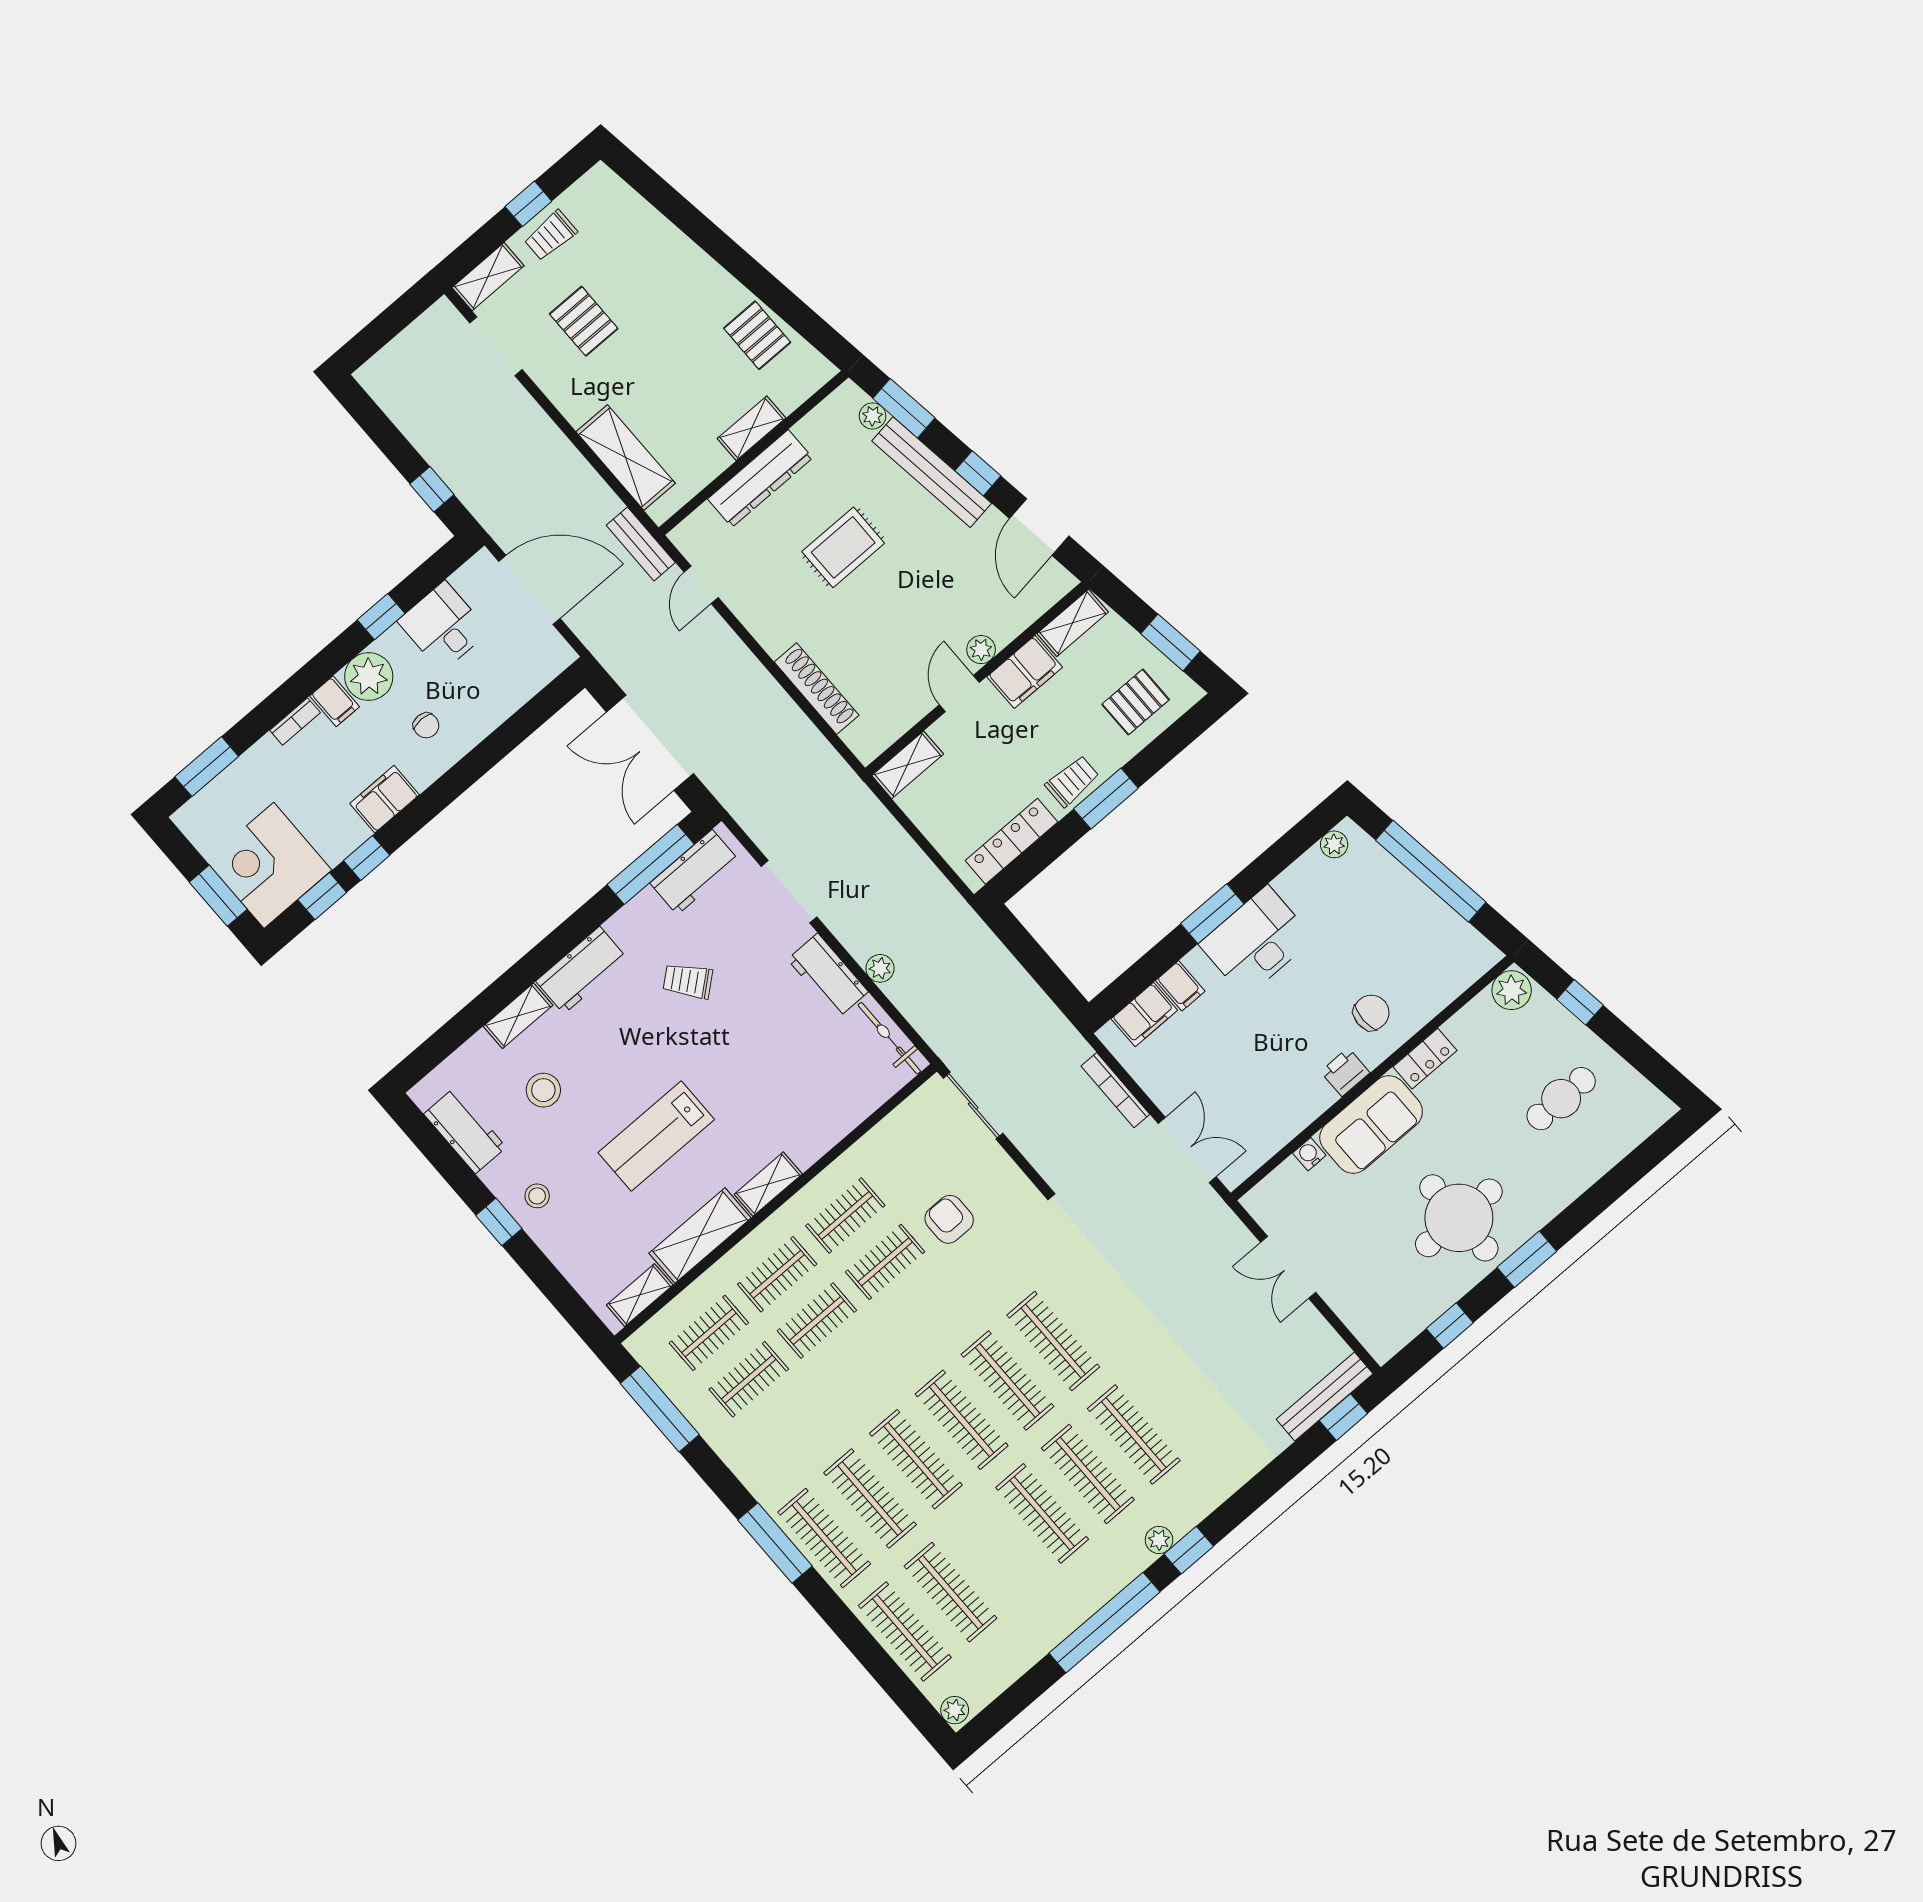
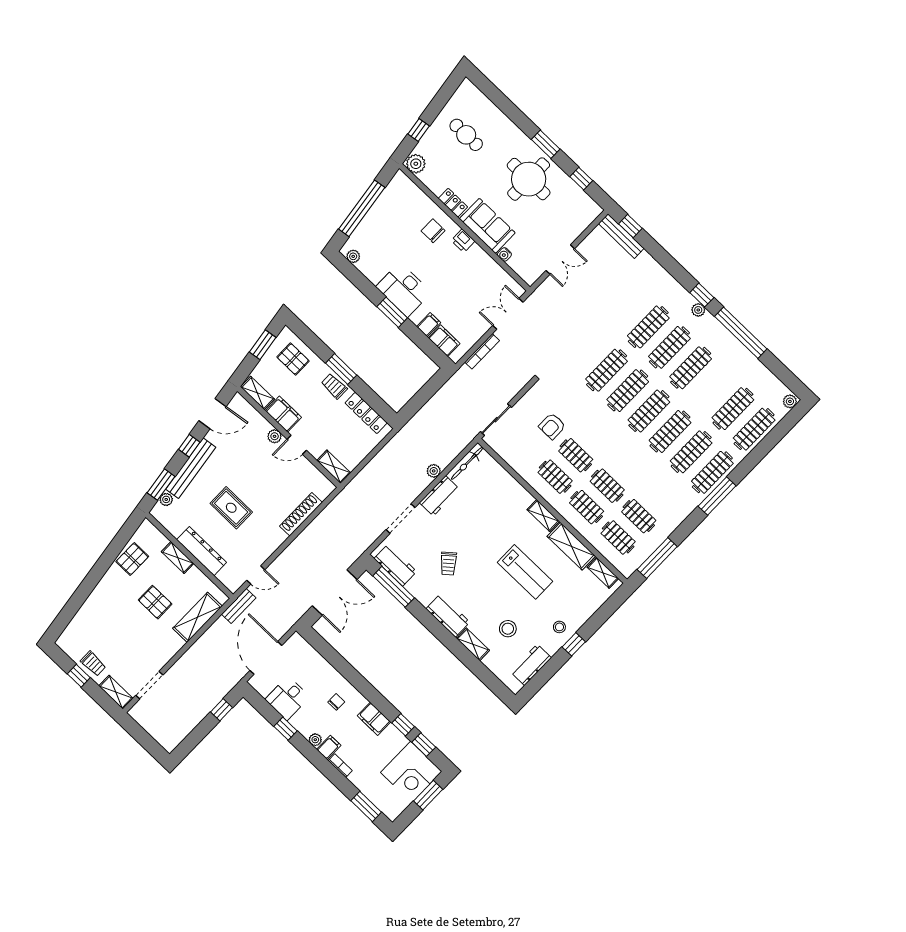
pallet: (584, 321) -> (155, 602), moved, turned 90
plant: (369, 677) -> (315, 740), width x0.53, depth x0.53

